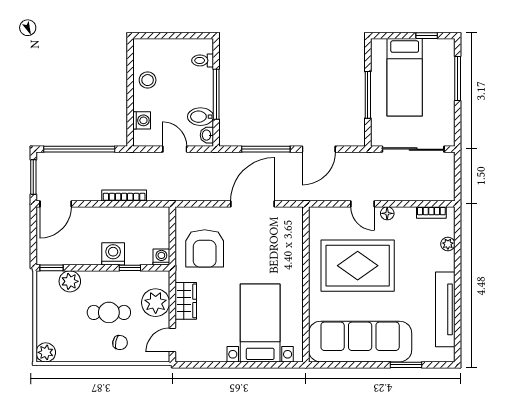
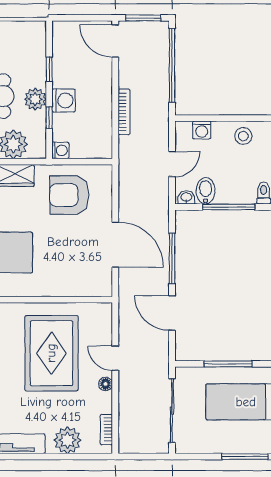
door: (362, 204) -> (115, 358), hinge flipped
plant: (448, 244) -> (68, 440), width x1.87, depth x1.87
window: (52, 268) -> (49, 69), moved
plant: (70, 281) -> (35, 99), moved

